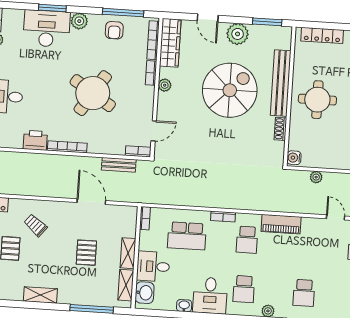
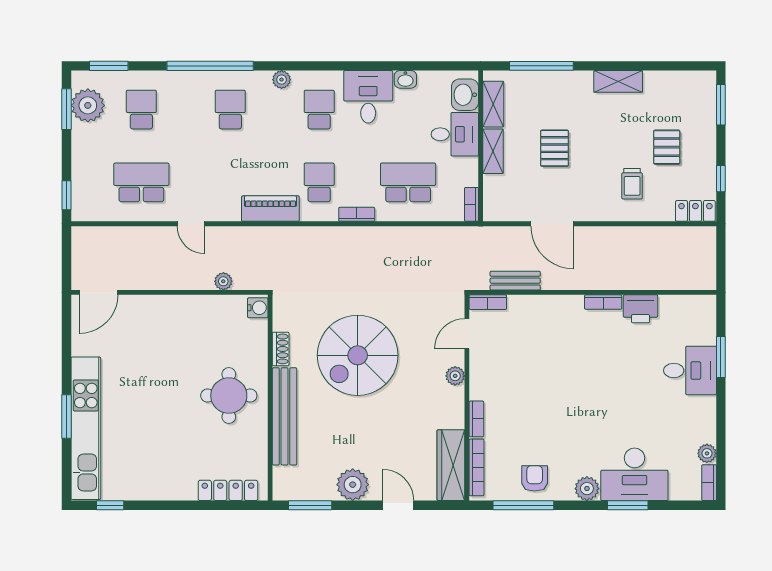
plant: (165, 85) -> (455, 376), moved
spiral stairs: (230, 90) -> (358, 355), moved
round table: (93, 93) -> (560, 384), removed
bookcase: (67, 147) -> (603, 302), width x0.64
trolley: (35, 225) -> (632, 184), turned 51

